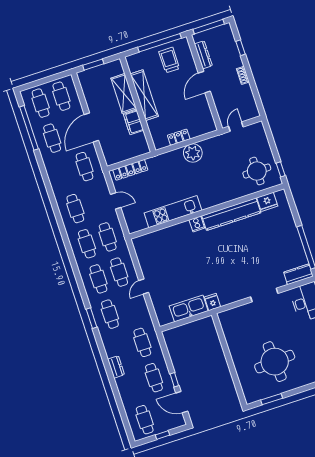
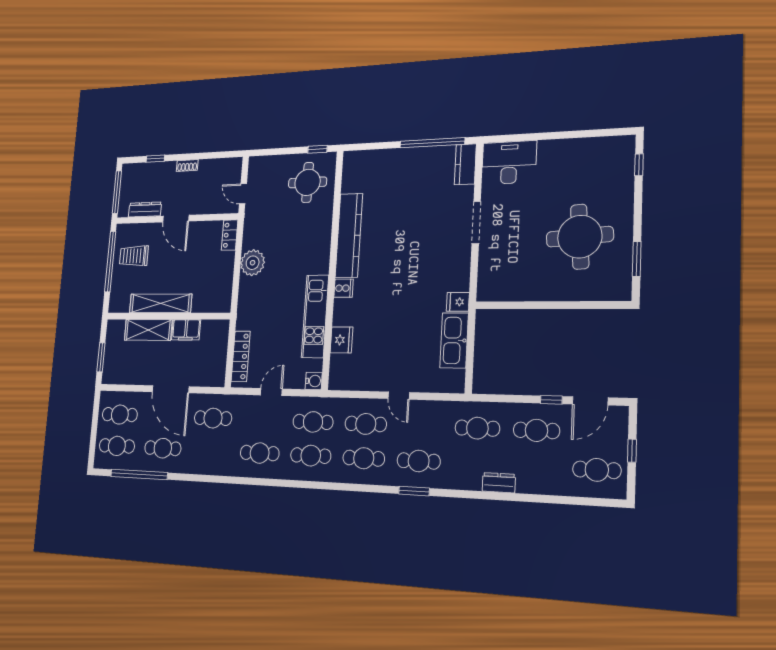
locker: (179, 137) -> (230, 235), moved
fridge: (267, 202) -> (342, 340), moved
water cooler: (133, 227) -> (314, 381), added

